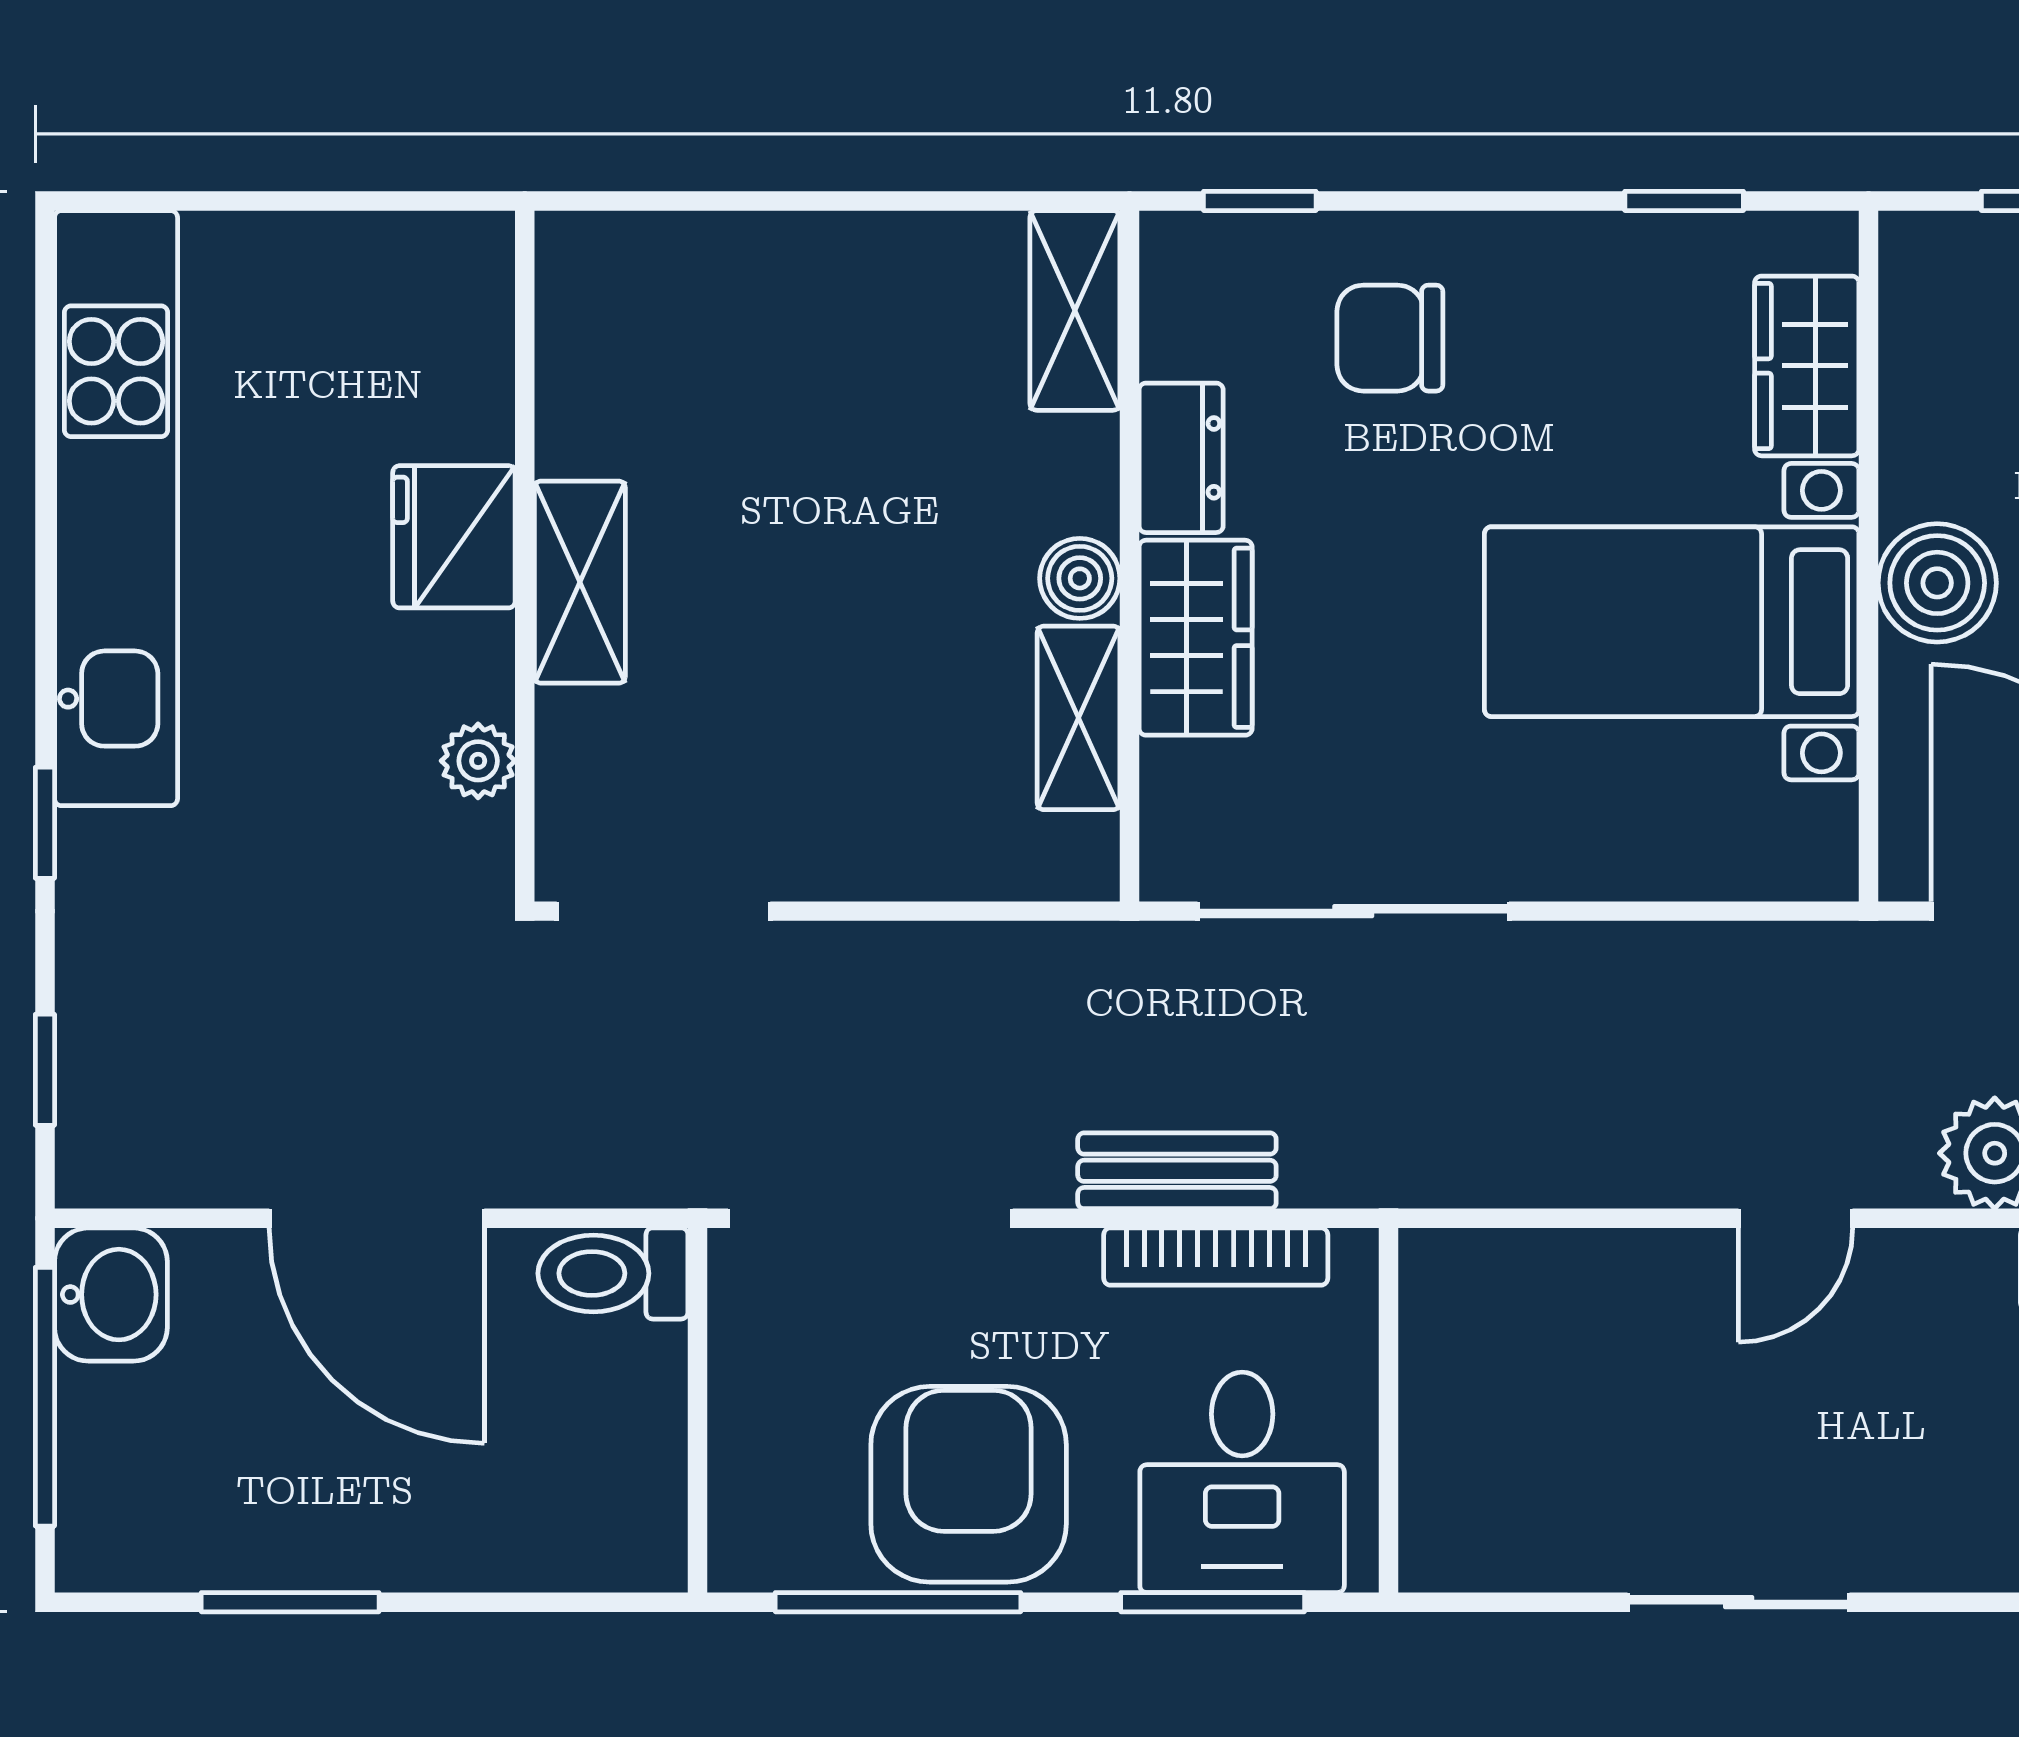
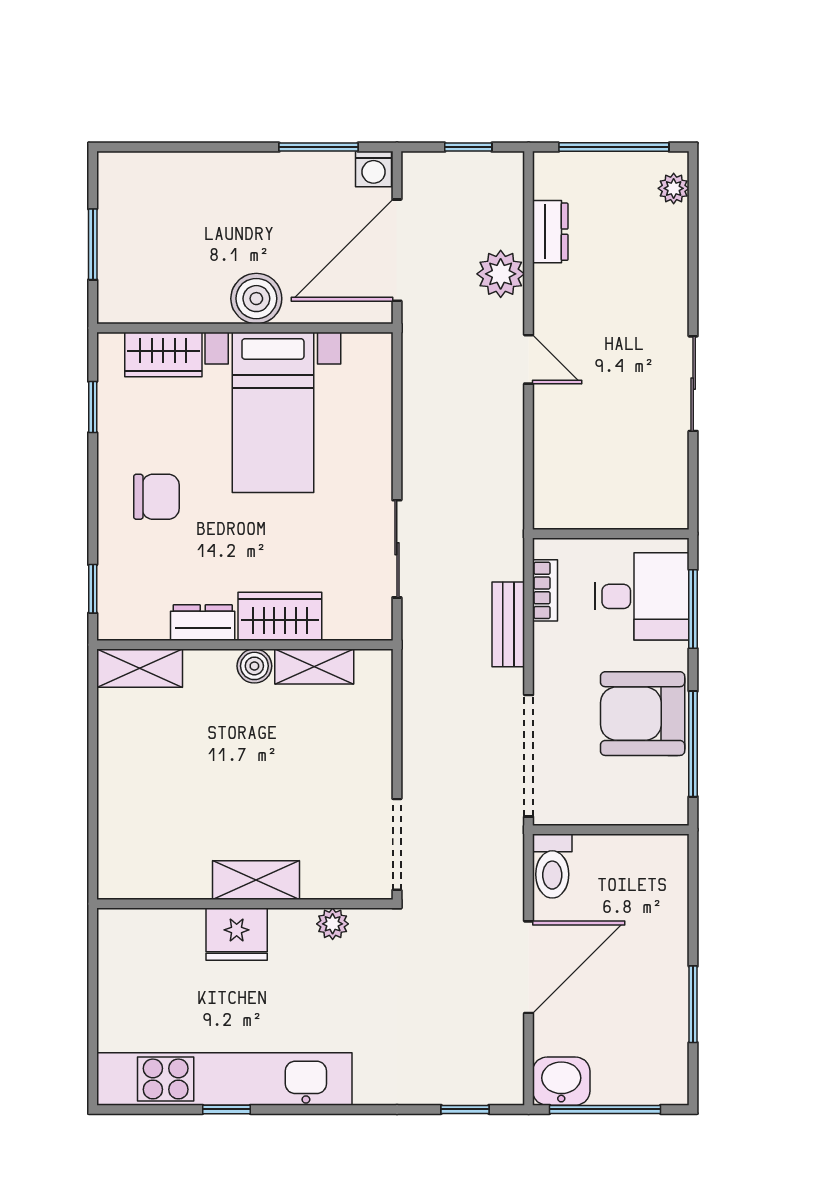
chair: (1390, 338) -> (156, 497), moved, turned -90
window: (45, 823) -> (227, 1109), moved
sliding door: (1353, 911) -> (397, 549), width x0.73
bookcase: (1216, 1257) -> (545, 590), width x0.64

